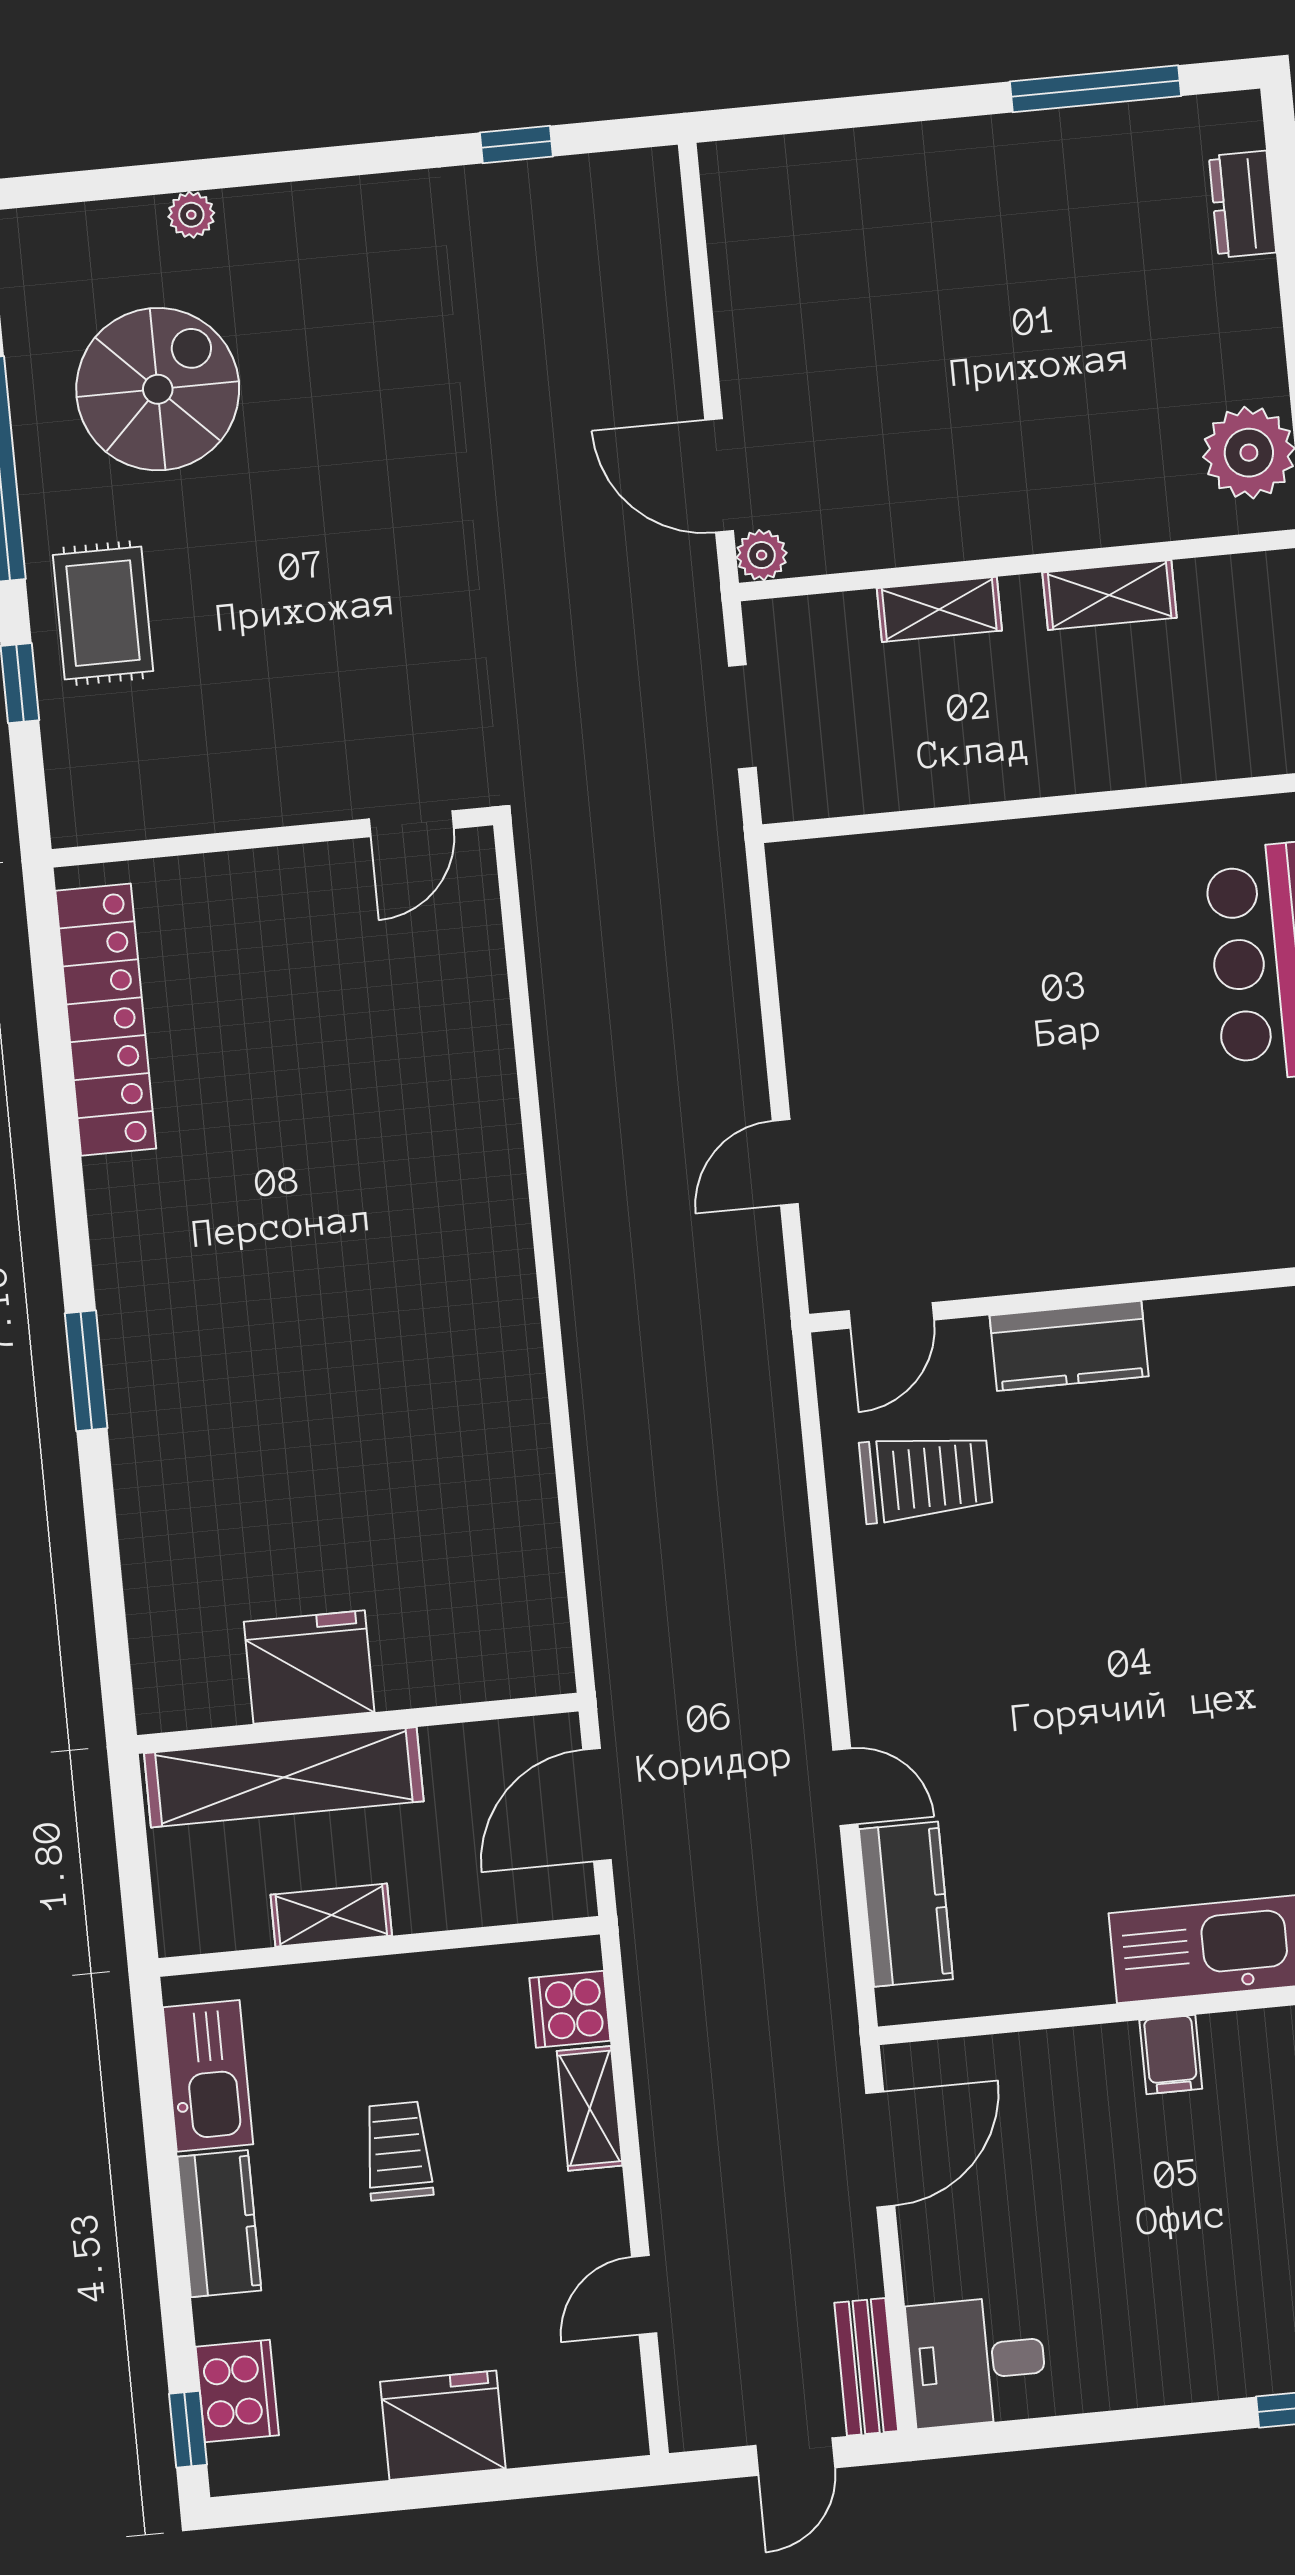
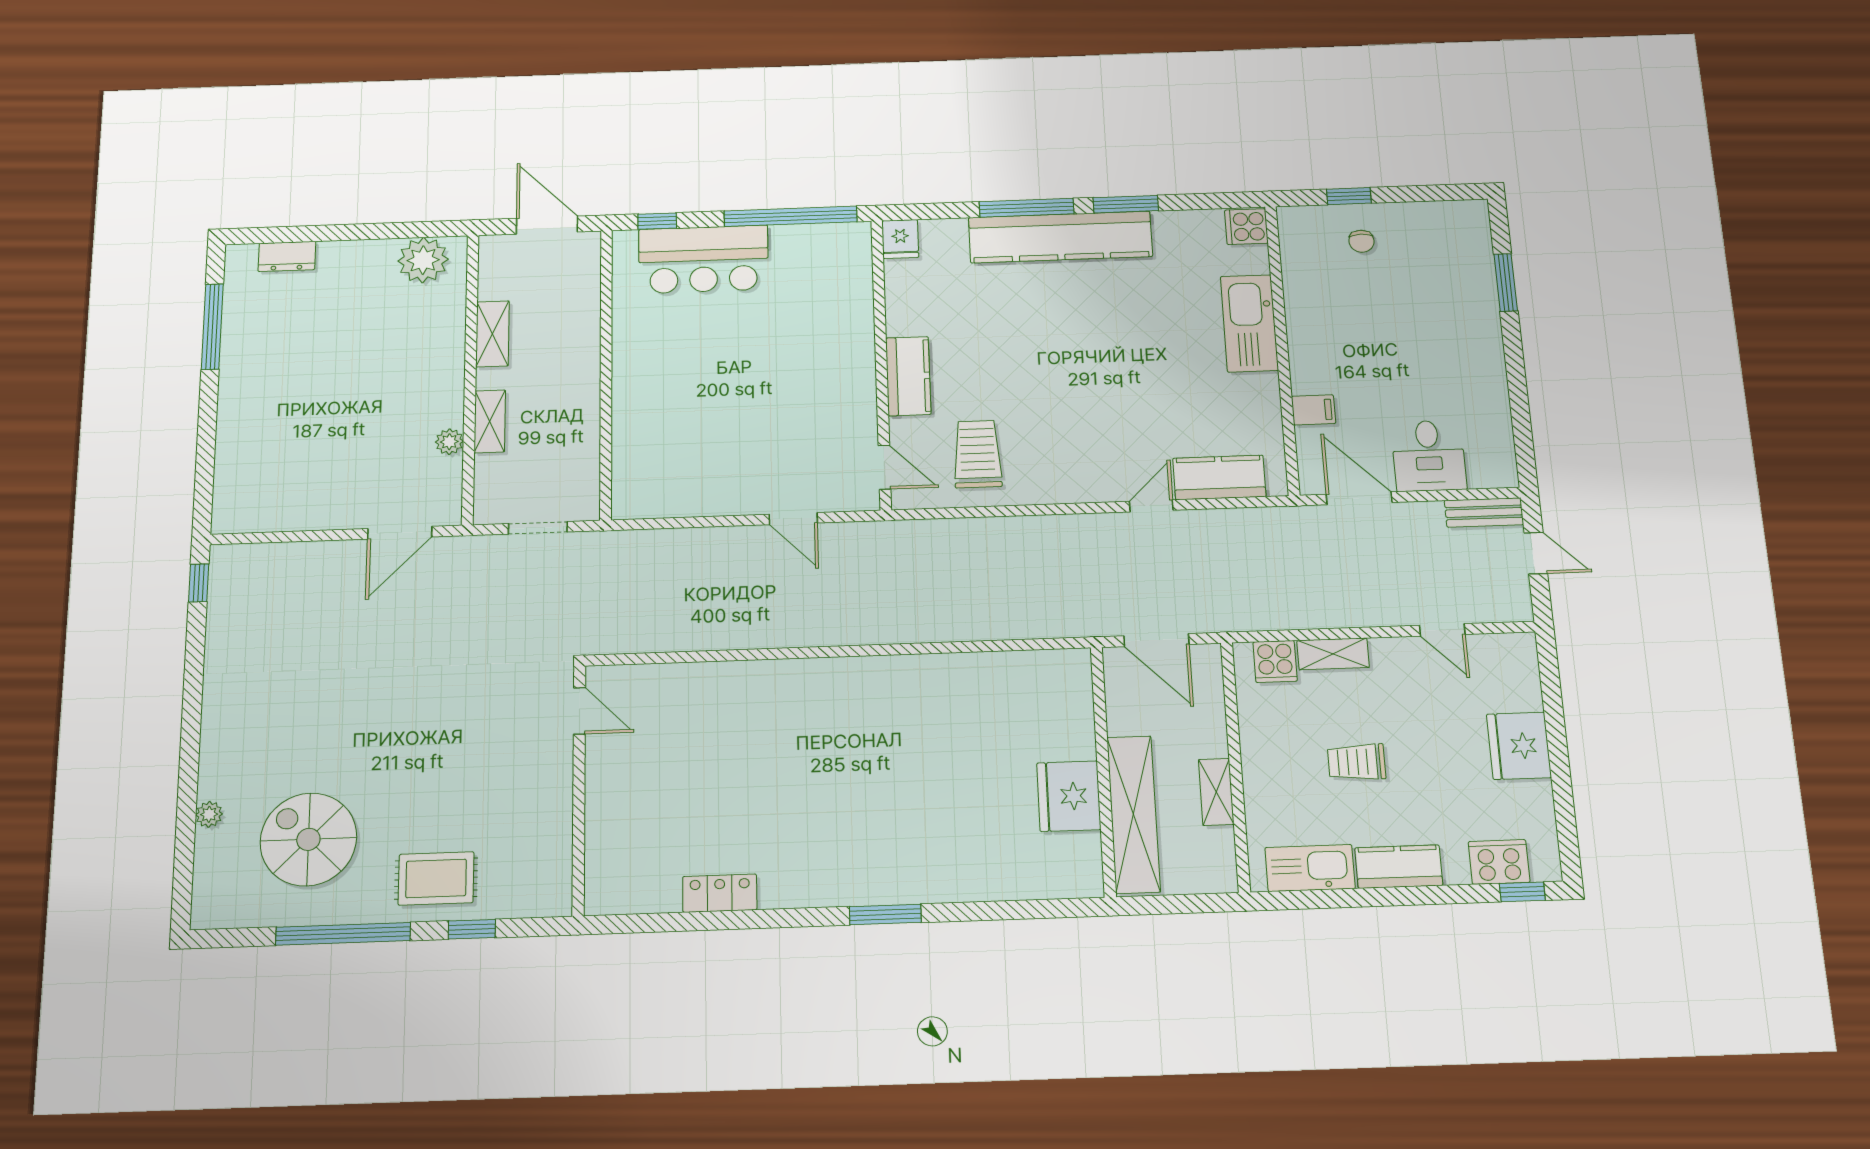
window: (516, 144) -> (199, 583), moved
plant: (762, 555) -> (449, 442), moved
locker: (106, 1020) -> (720, 893), width x0.46, depth x0.83
filing cabinet: (1171, 2055) -> (1313, 410), moved
desk: (977, 2361) -> (1429, 456), moved

